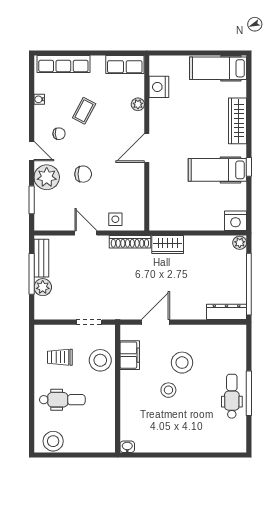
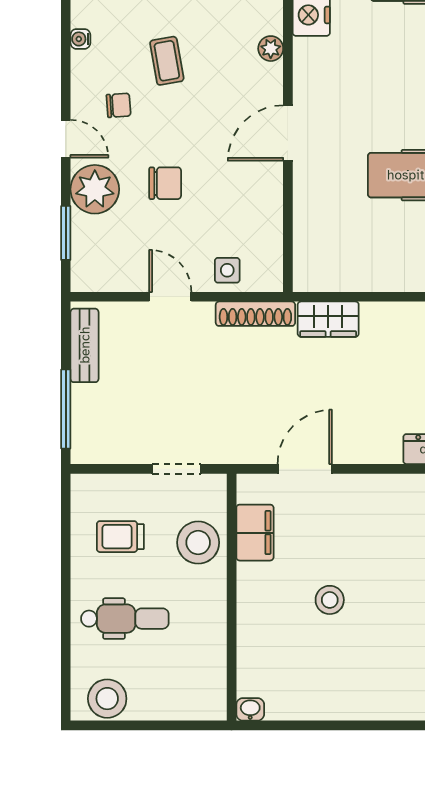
coffee table: (84, 111) -> (167, 61), turned -38
window: (32, 274) -> (66, 409), moved
plant: (43, 287) -> (87, 401), removed
stool: (182, 363) -> (356, 547), removed

